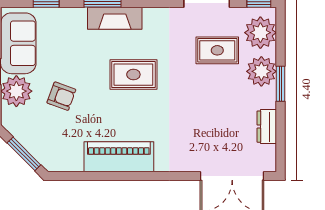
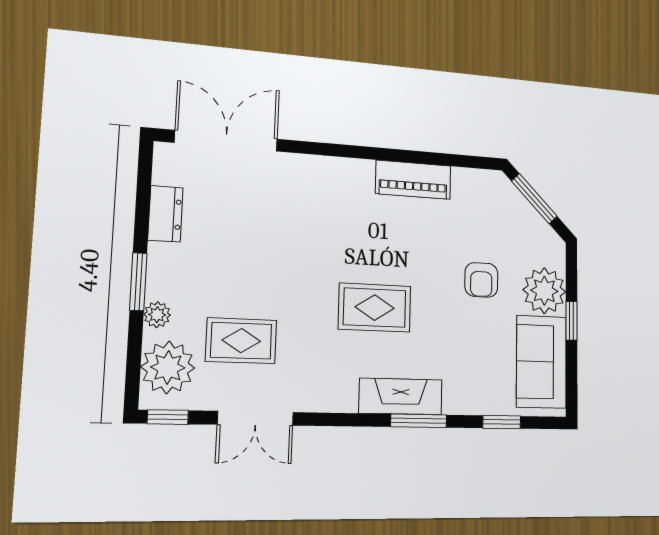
plant: (261, 71) -> (157, 315), width x0.53, depth x0.53
armchair: (61, 96) -> (481, 280), turned -110
piano: (119, 157) -> (413, 180), width x0.73, depth x0.75

